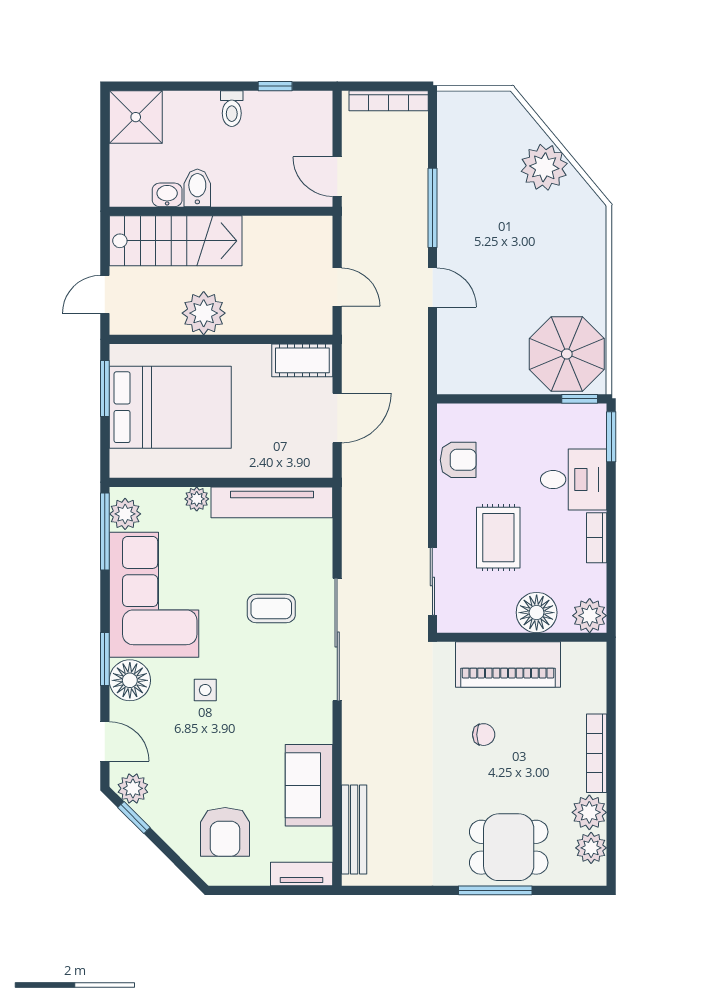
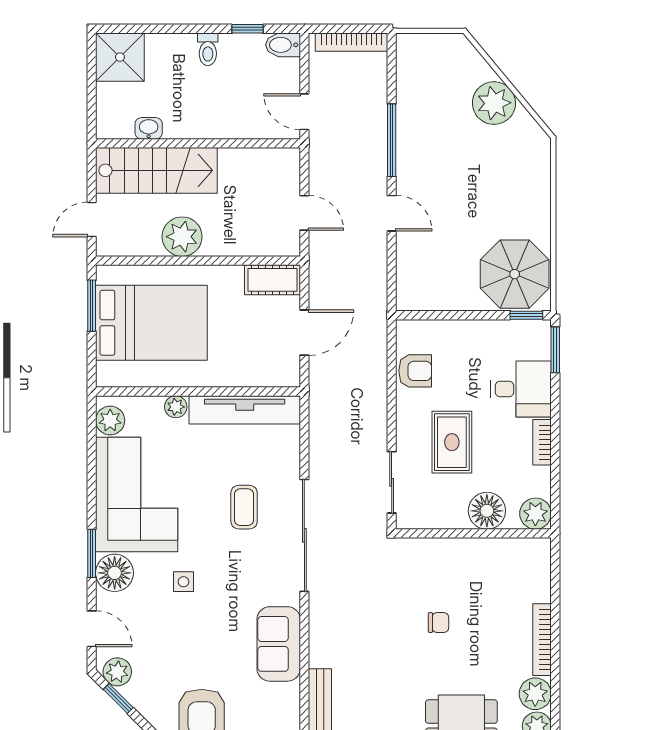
bidet: (197, 188) -> (283, 45), moved, turned -90
window: (105, 532) -> (92, 437), removed
coffee table: (271, 609) -> (244, 507), turned 90
piano: (508, 664) -> (461, 558), removed
sofa: (309, 785) -> (279, 644), moved

